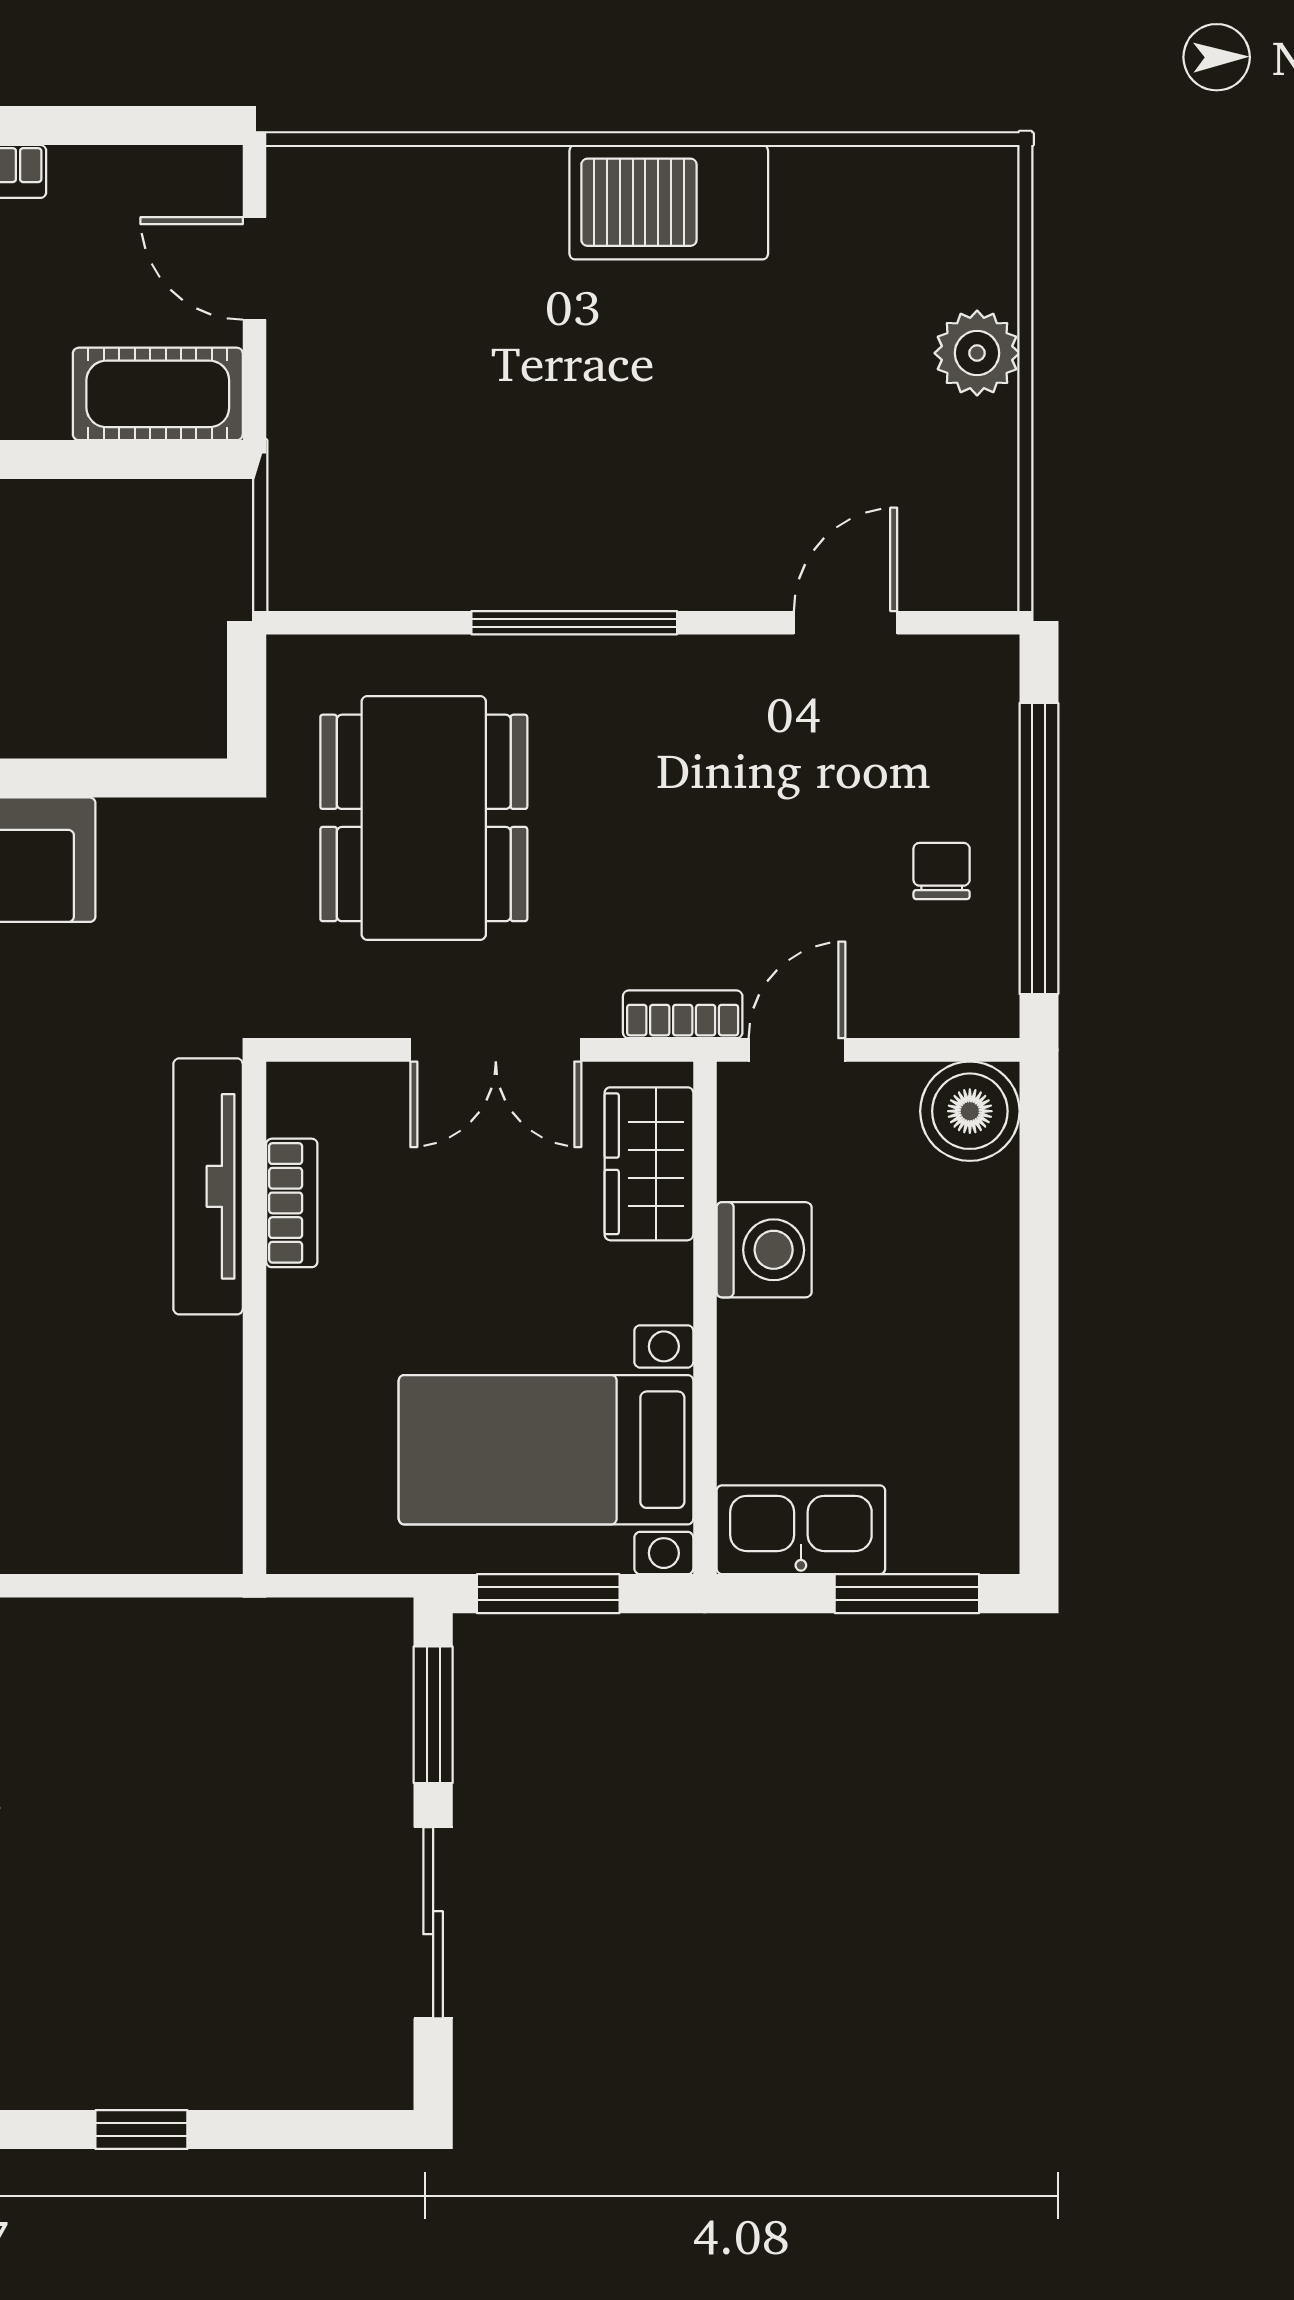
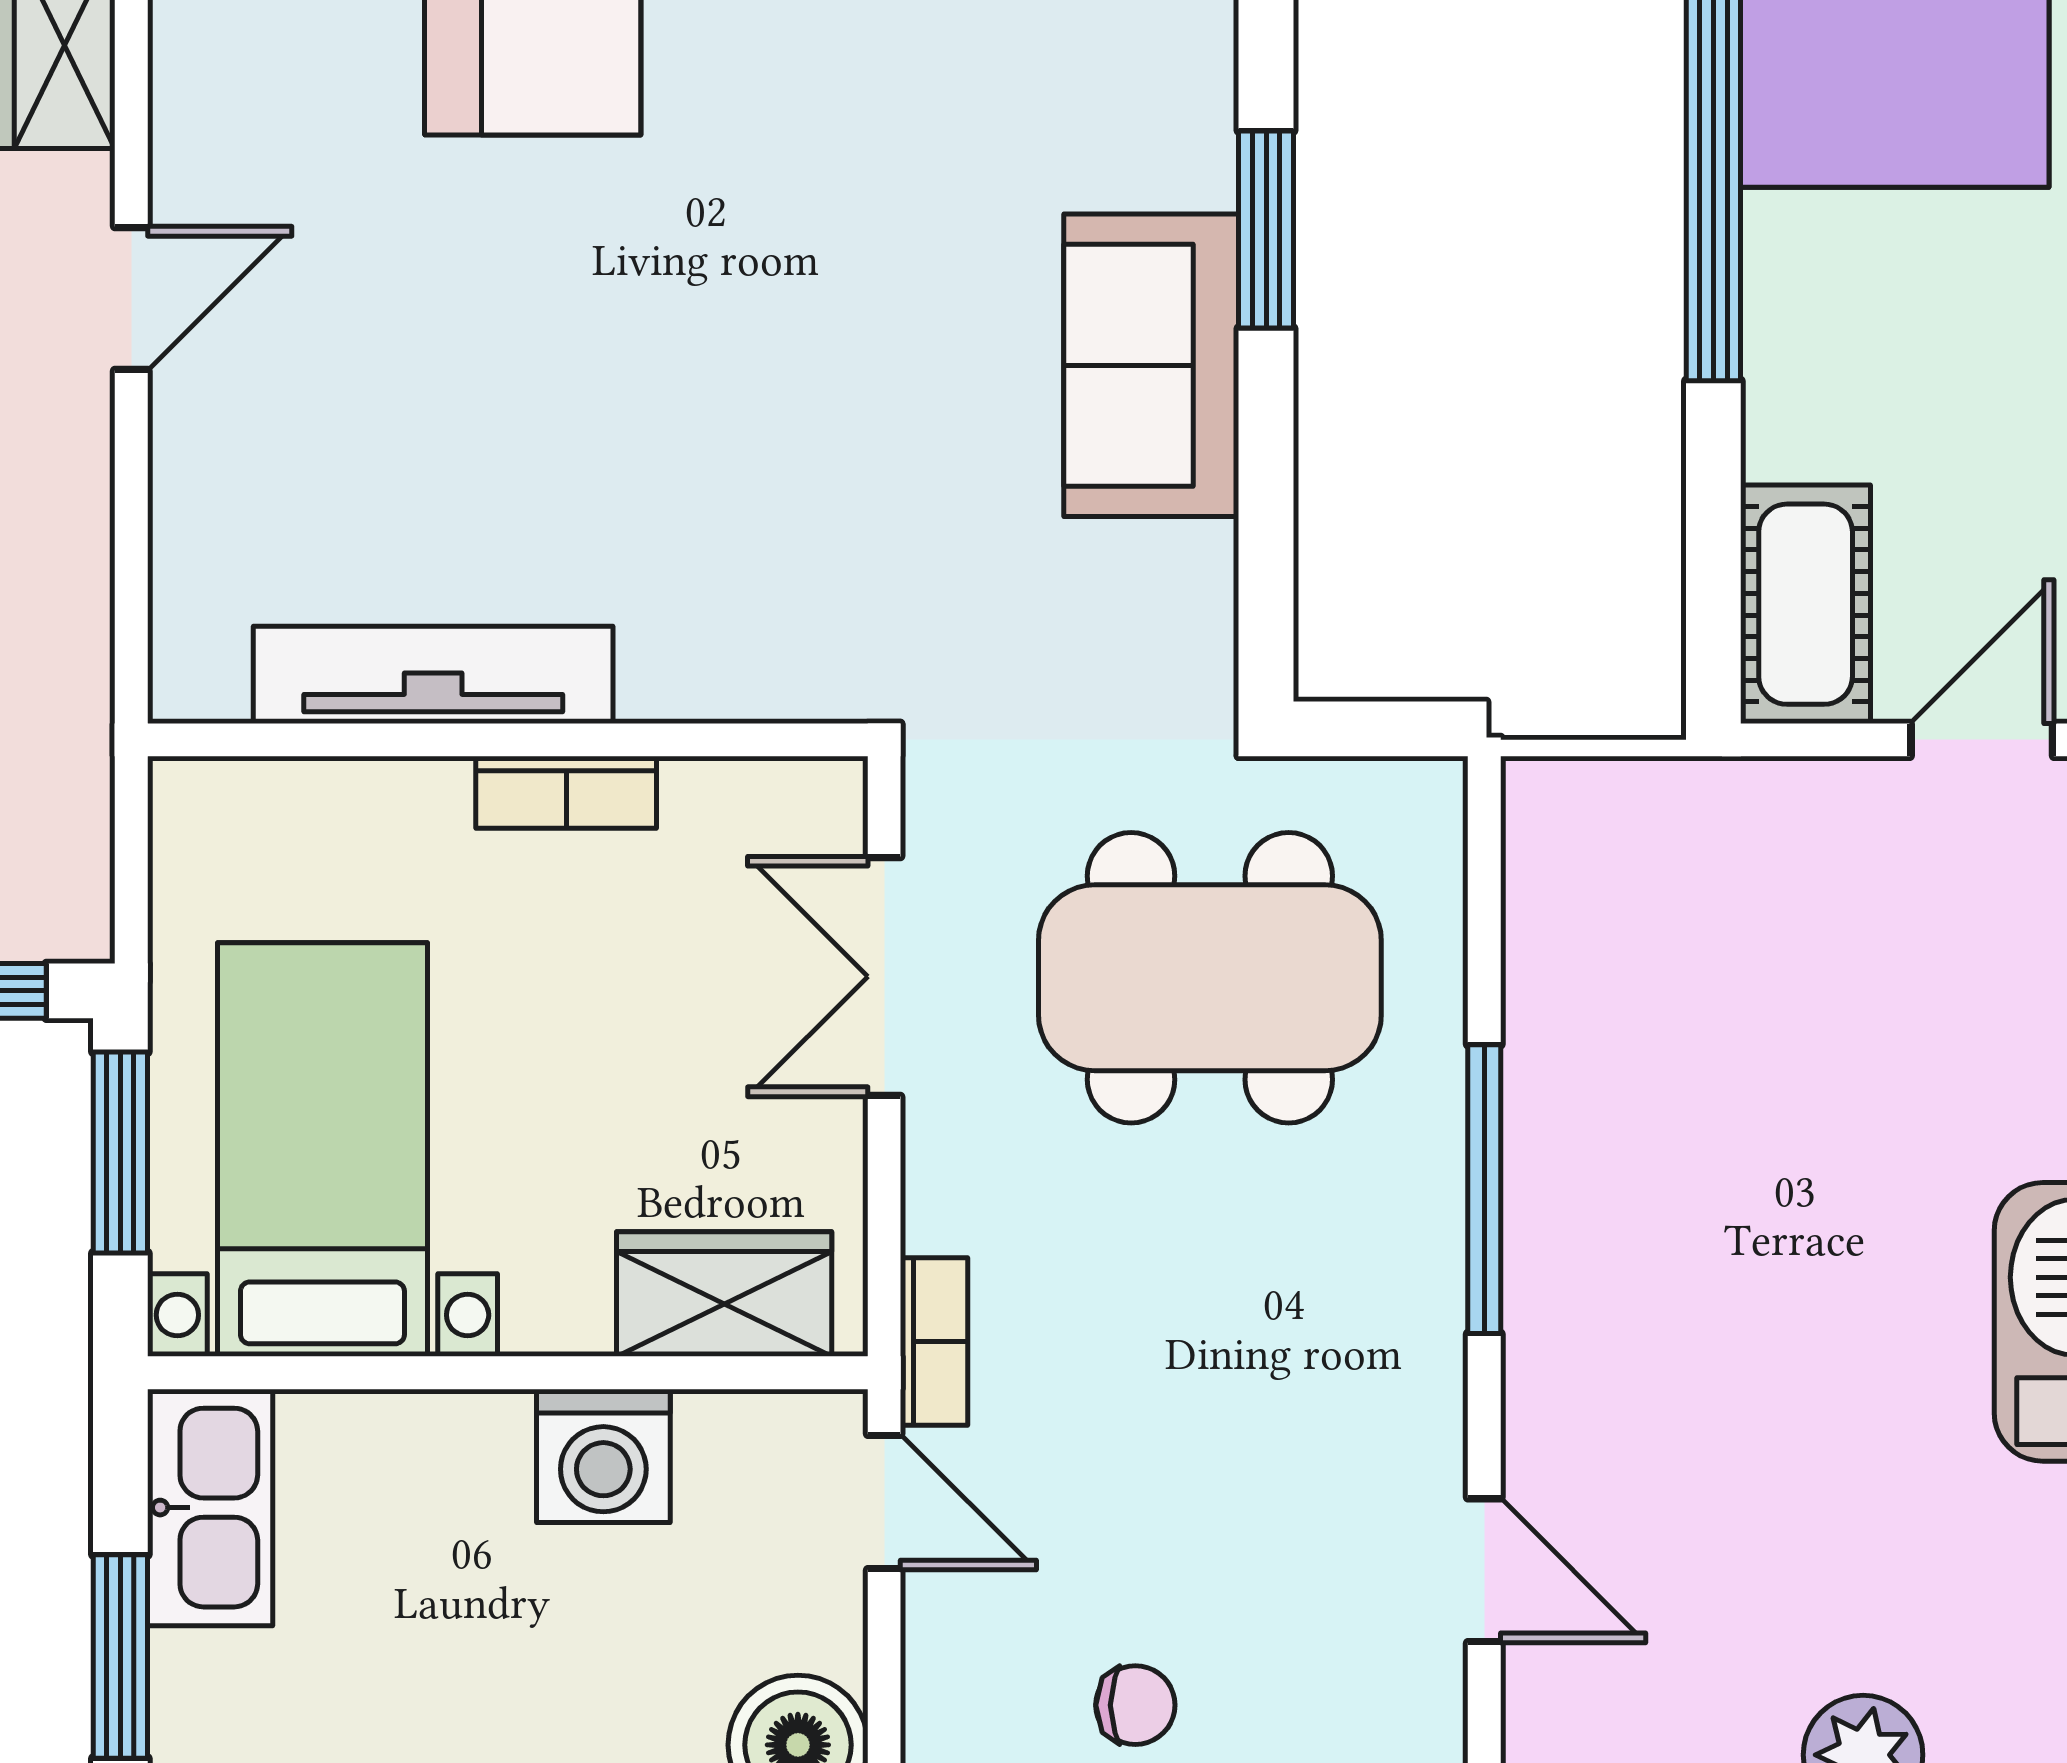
double door: (496, 1050) -> (884, 977), moved
tv unit: (208, 1186) -> (433, 675), moved
bookcase: (292, 1203) -> (566, 792), moved

